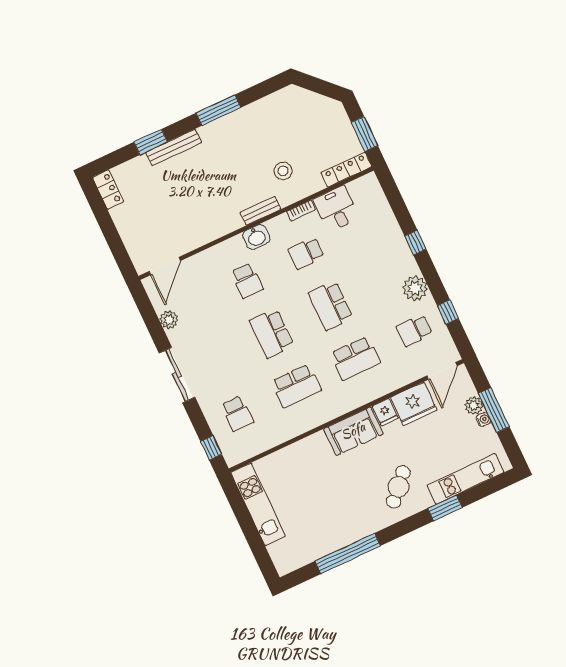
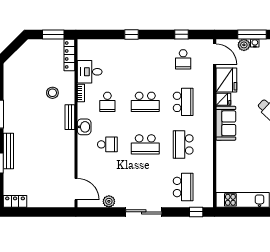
plant: (415, 288) -> (158, 47), removed
school desk: (296, 386) -> (183, 144), turned 180
school desk: (237, 414) -> (183, 187), width x1.85

